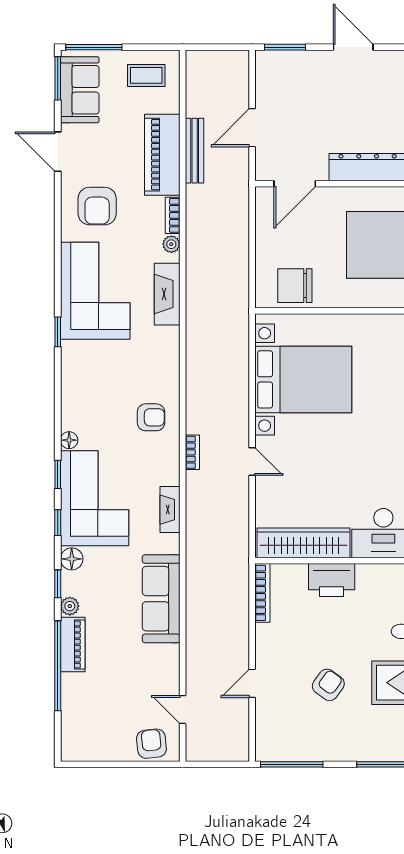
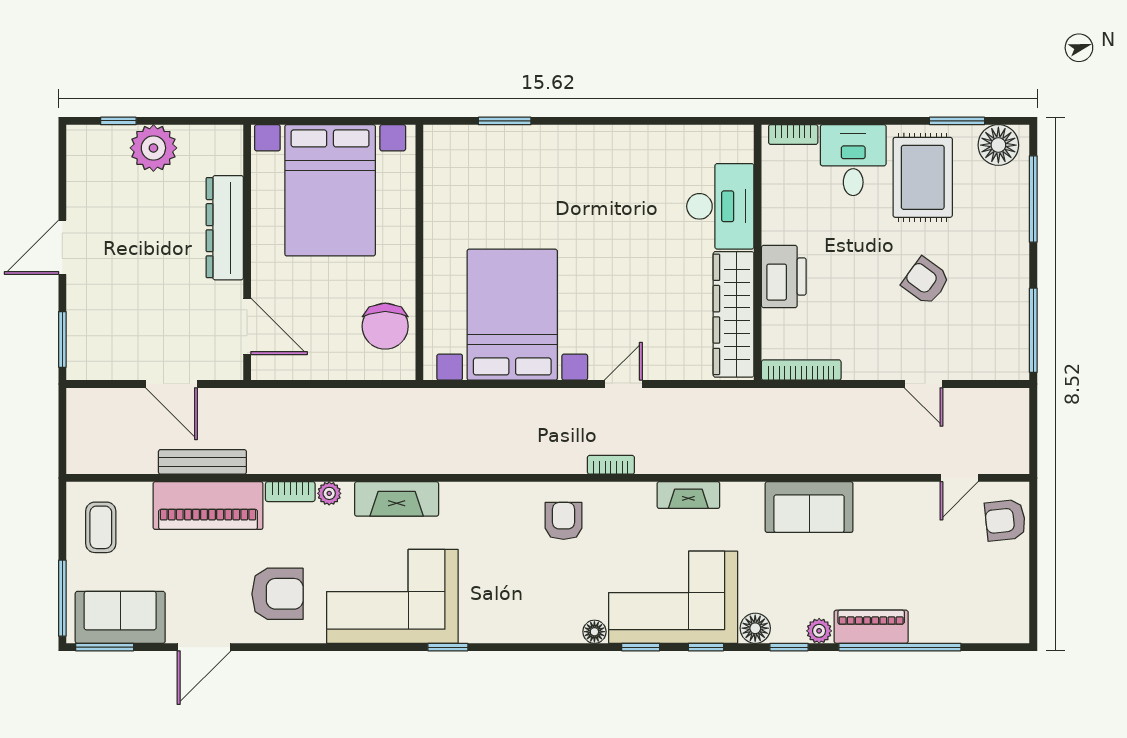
sofa: (161, 599) -> (809, 507), width x0.74

